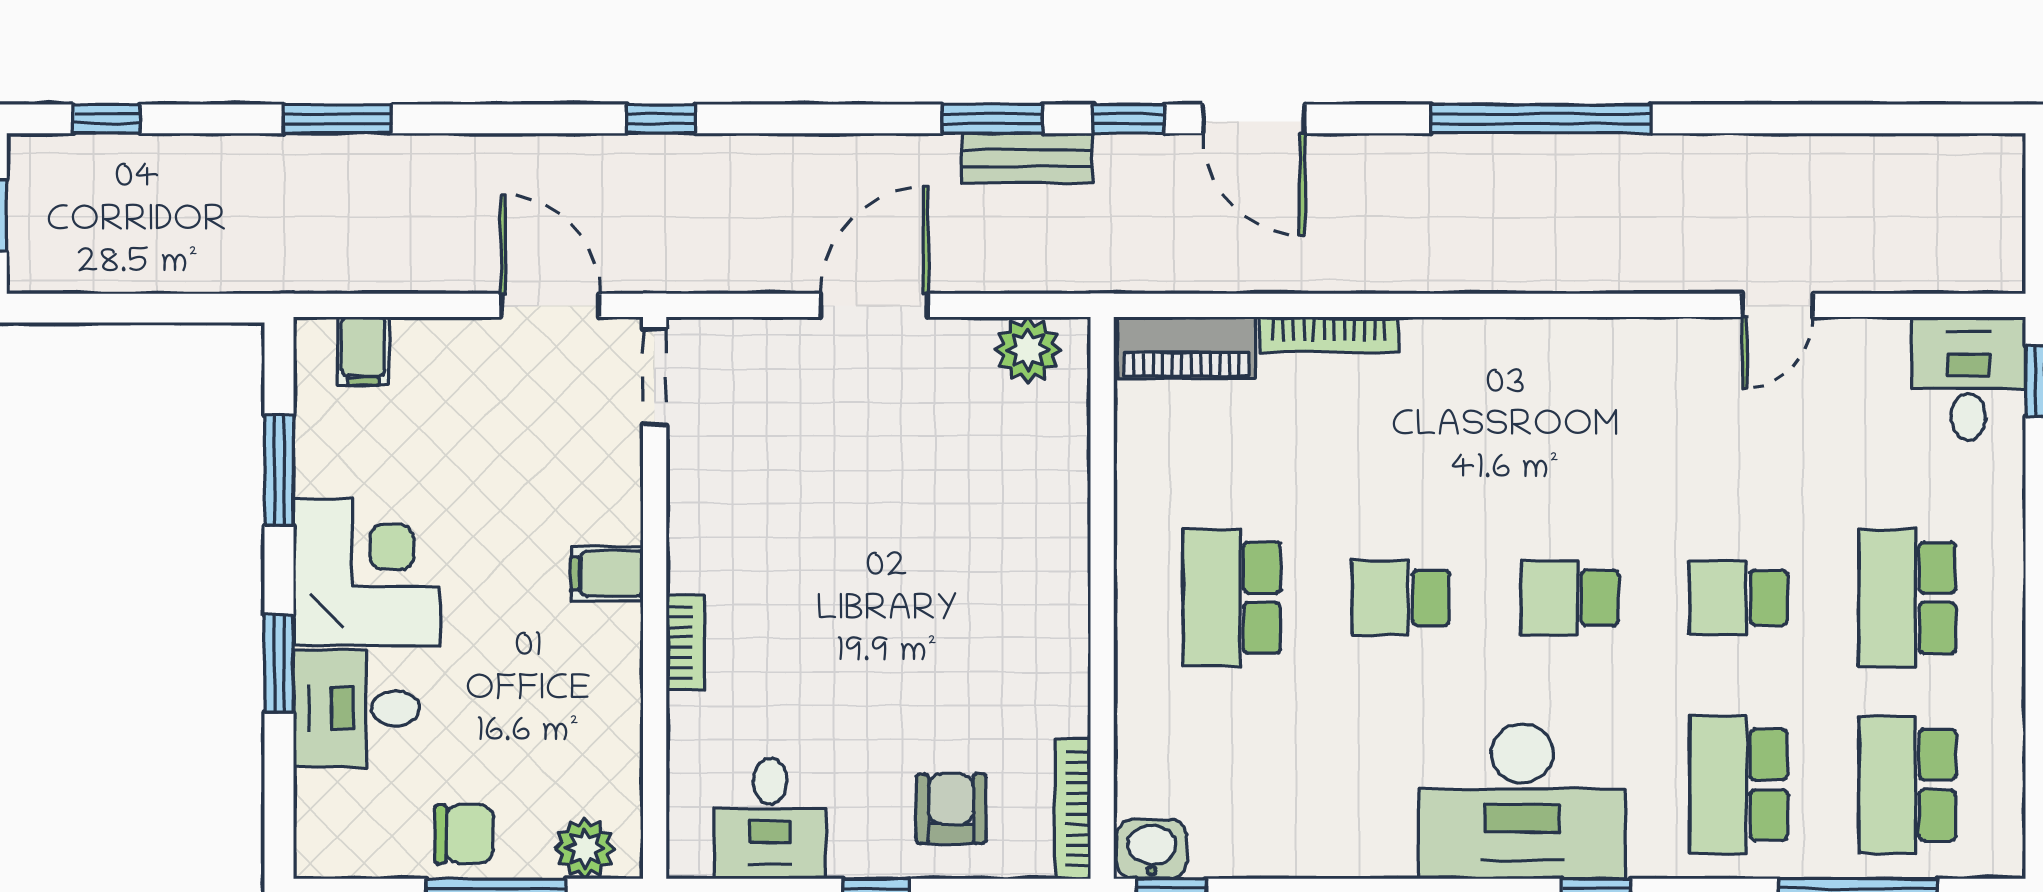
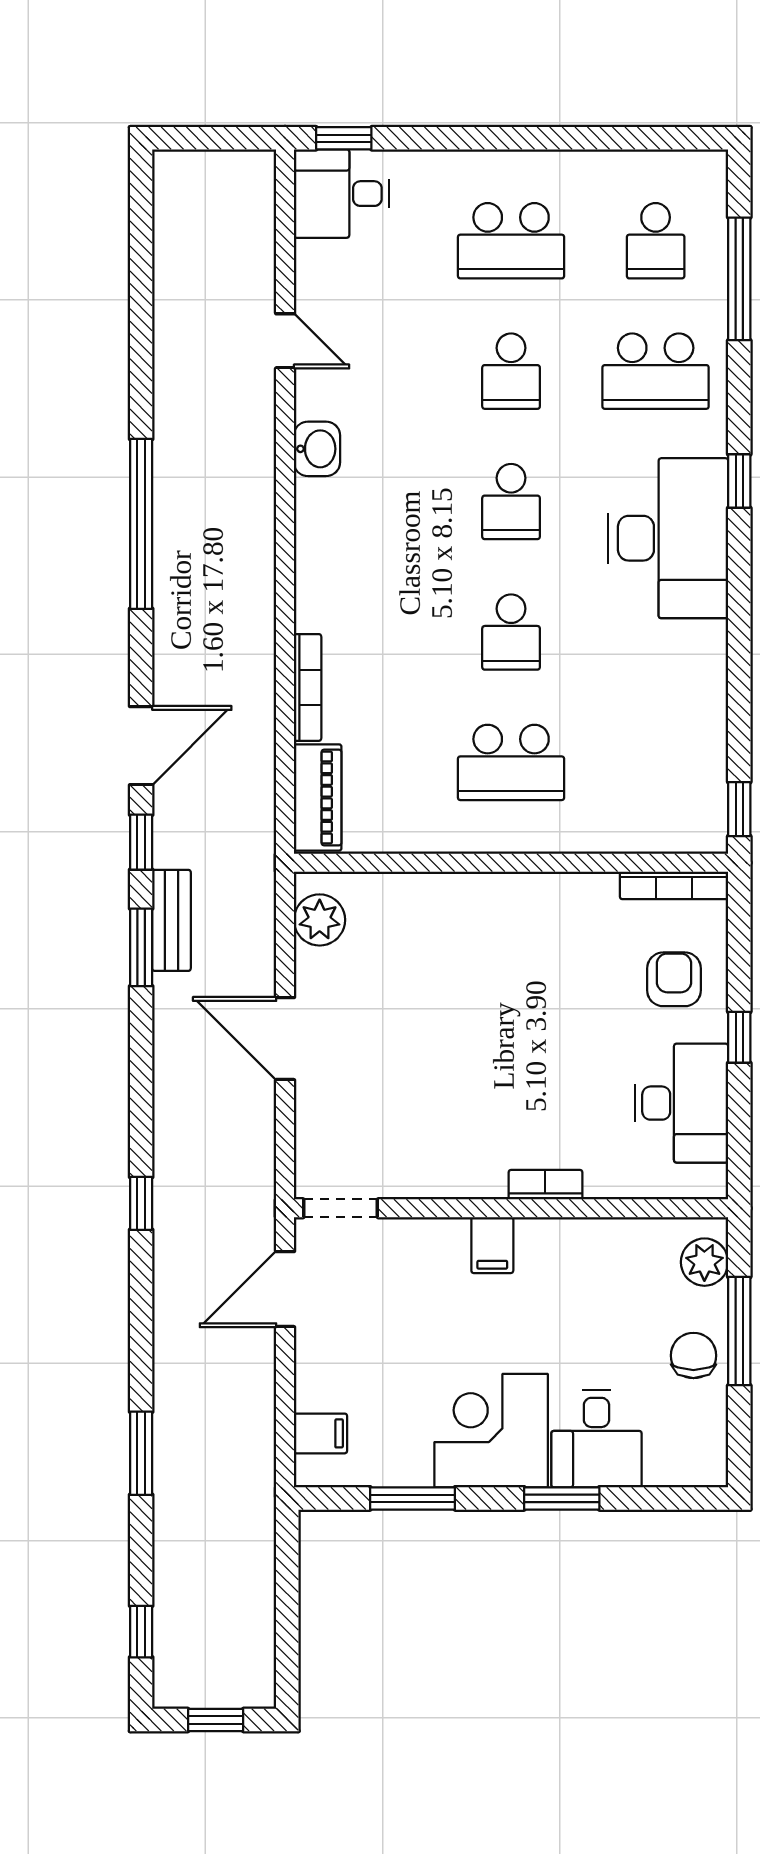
school desk: (1907, 785) -> (656, 241), width x0.54
armchair: (951, 809) -> (674, 979), turned 90
desk: (770, 818) -> (681, 1103), width x1.37
washbasin: (1152, 849) -> (317, 449), moved, turned 180

